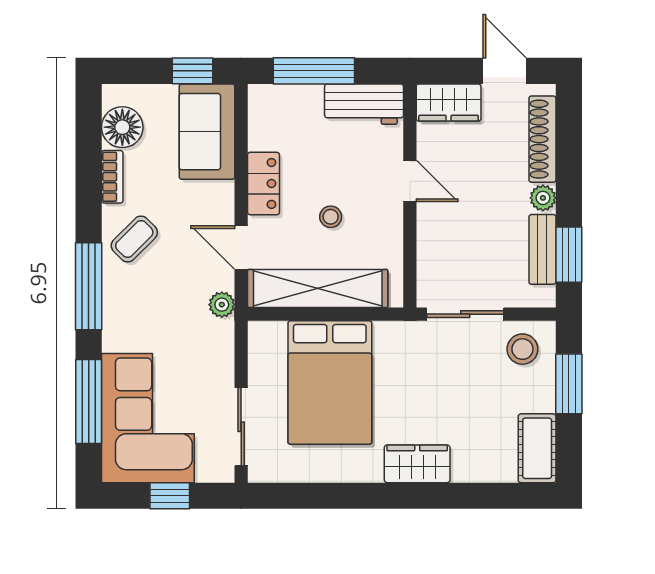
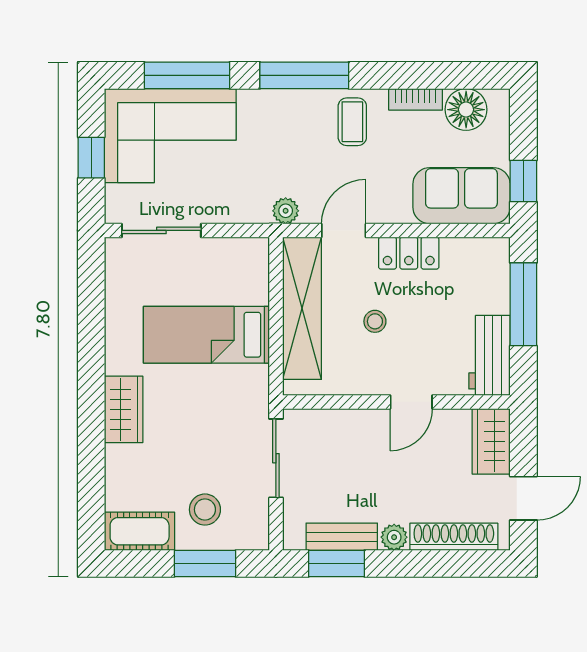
coffee table: (134, 239) -> (352, 122), turned 45
stool: (522, 349) -> (205, 510), moved
bed: (330, 383) -> (206, 335), width x0.67

